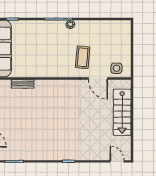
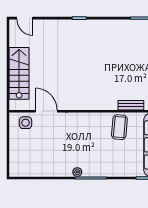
coffee table: (83, 57) -> (119, 127), moved

